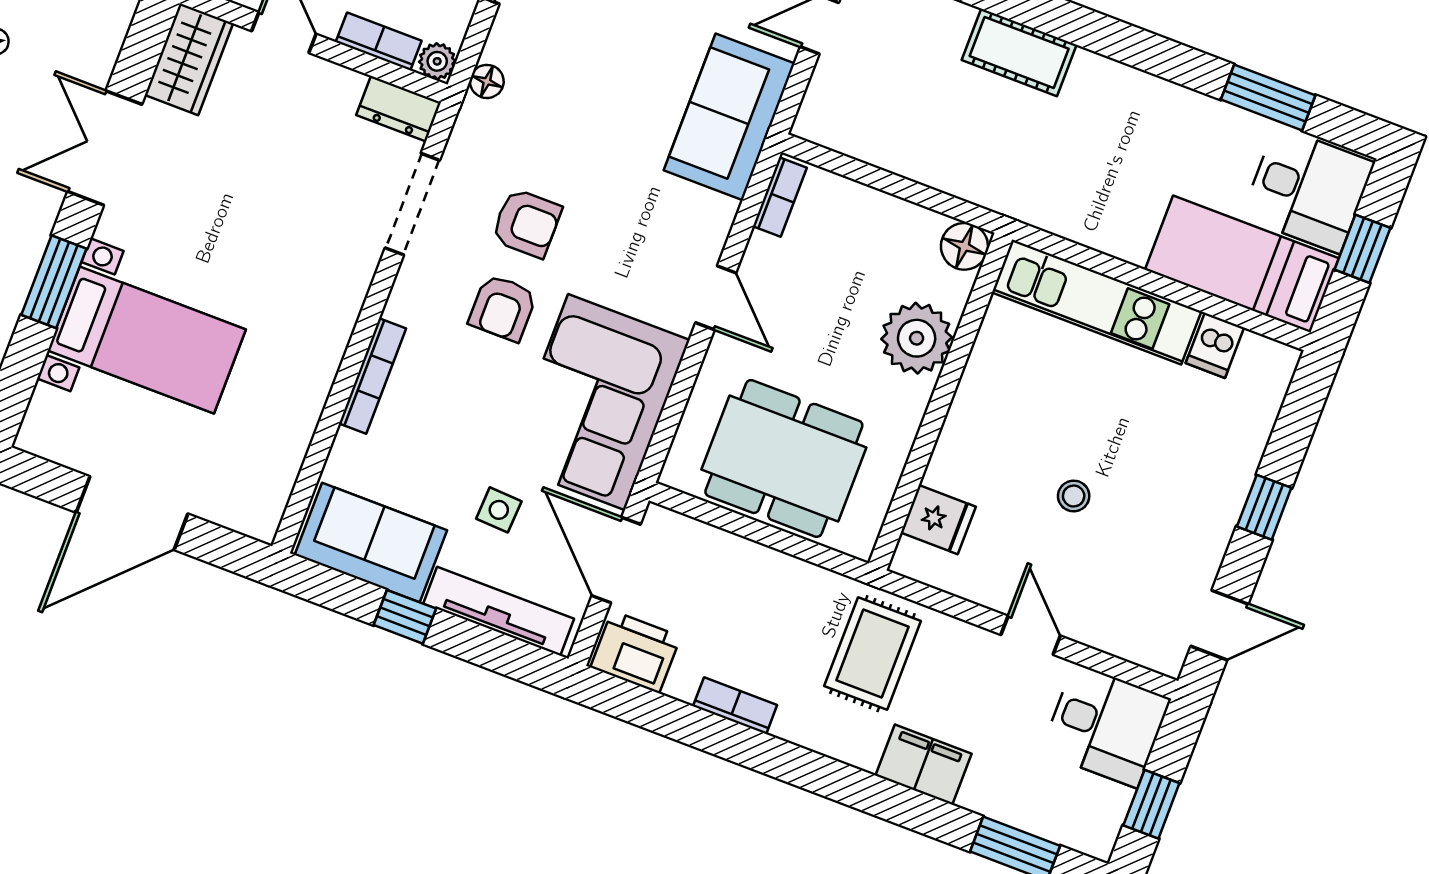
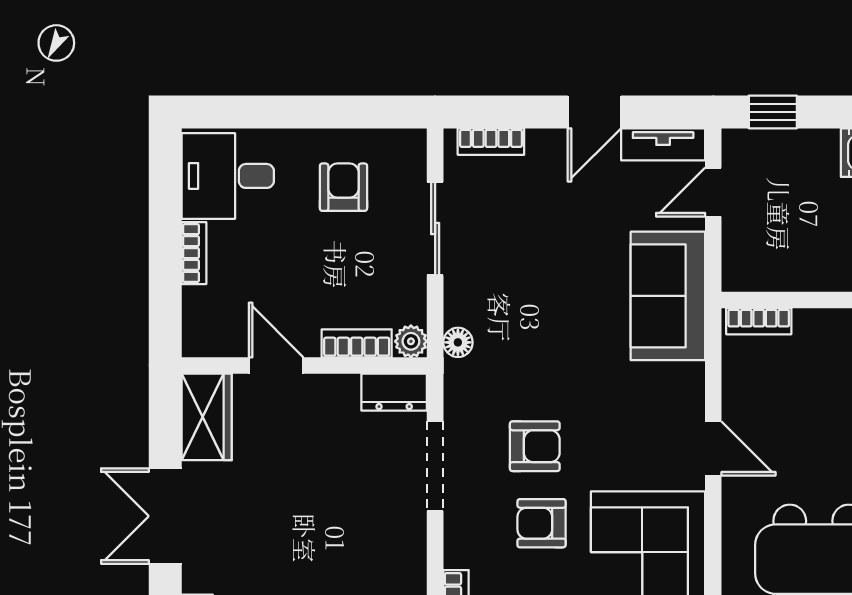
bookcase: (780, 197) -> (759, 321), moved, turned 90
armchair: (503, 308) -> (542, 523), turned 90

